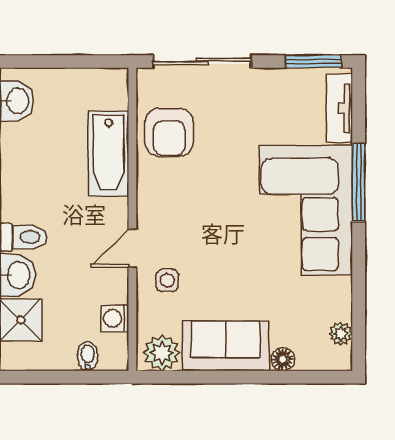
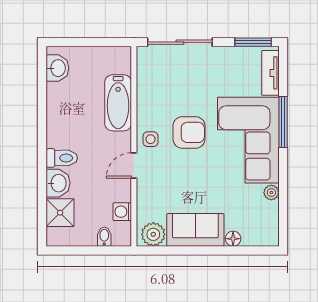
armchair: (169, 132) -> (189, 132), moved, turned -90
side table: (167, 280) -> (151, 139), moved
plant: (341, 334) -> (271, 192), moved

